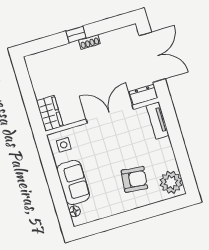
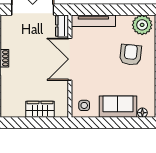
wardrobe: (50, 113) -> (40, 109), moved
tv unit: (158, 121) -> (93, 21), width x1.41

